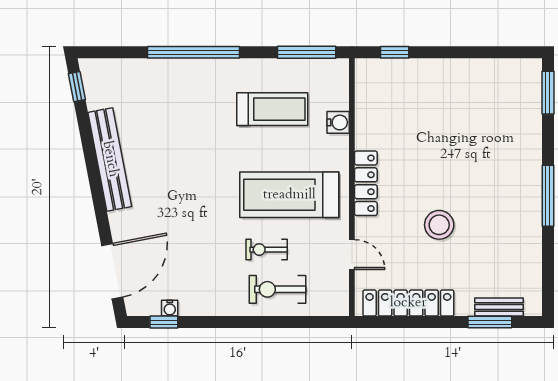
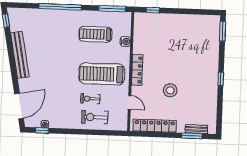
treadmill: (272, 109) -> (95, 34), turned 180
window: (548, 196) -> (221, 79), width x0.46

